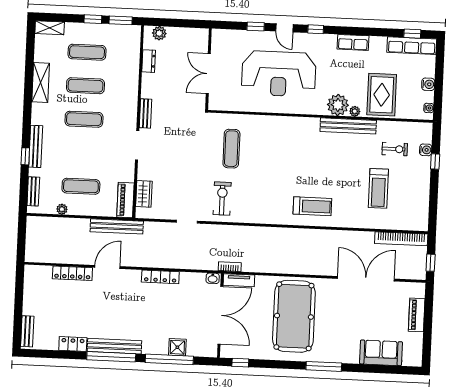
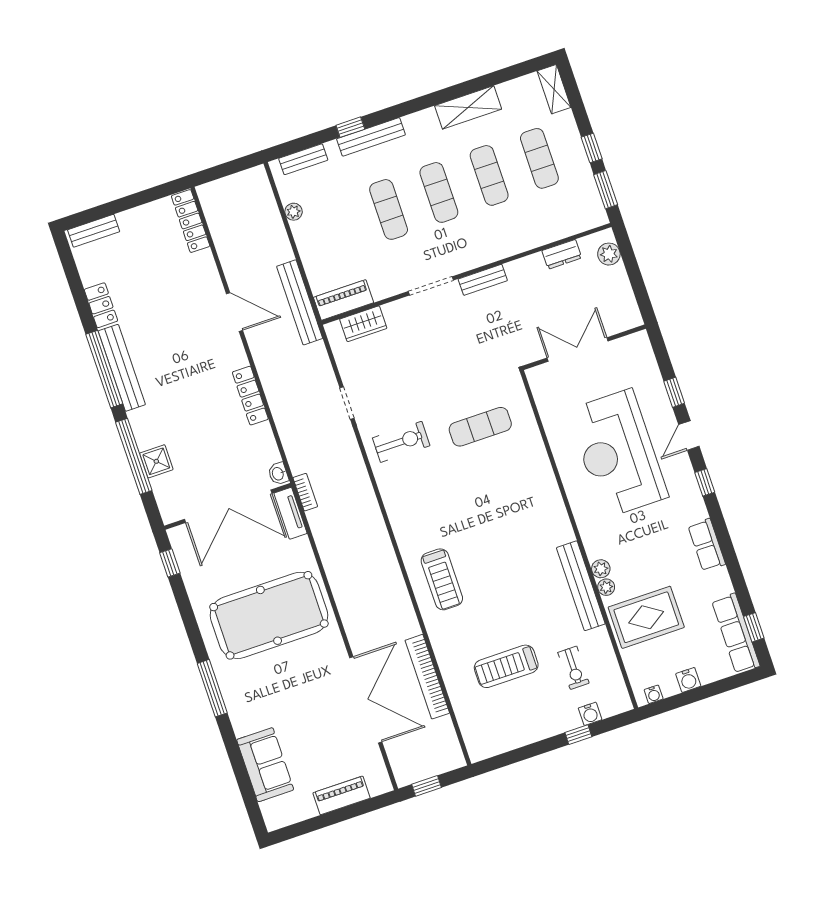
plant: (338, 105) -> (601, 569), width x0.53, depth x0.53
exercise mat: (81, 186) -> (389, 209), moved
bookcase: (401, 239) -> (427, 677), moved
locker: (72, 273) -> (191, 221), moved

